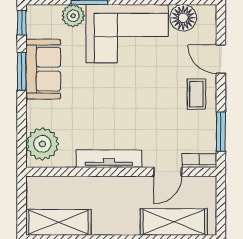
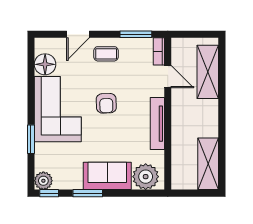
plant: (73, 16) -> (43, 181), moved
sofa: (43, 69) -> (107, 176), moved
armchair: (134, 95) -> (106, 103), added

